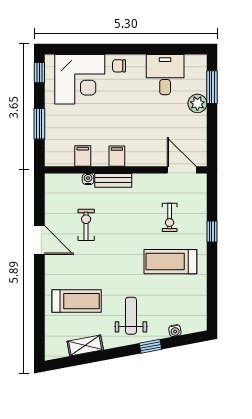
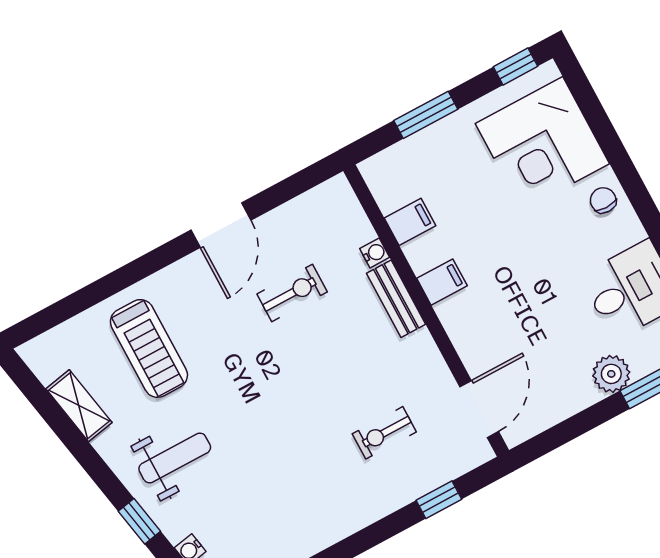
window: (212, 232) -> (439, 500), moved
treadmill: (170, 262) -> (307, 476), removed

